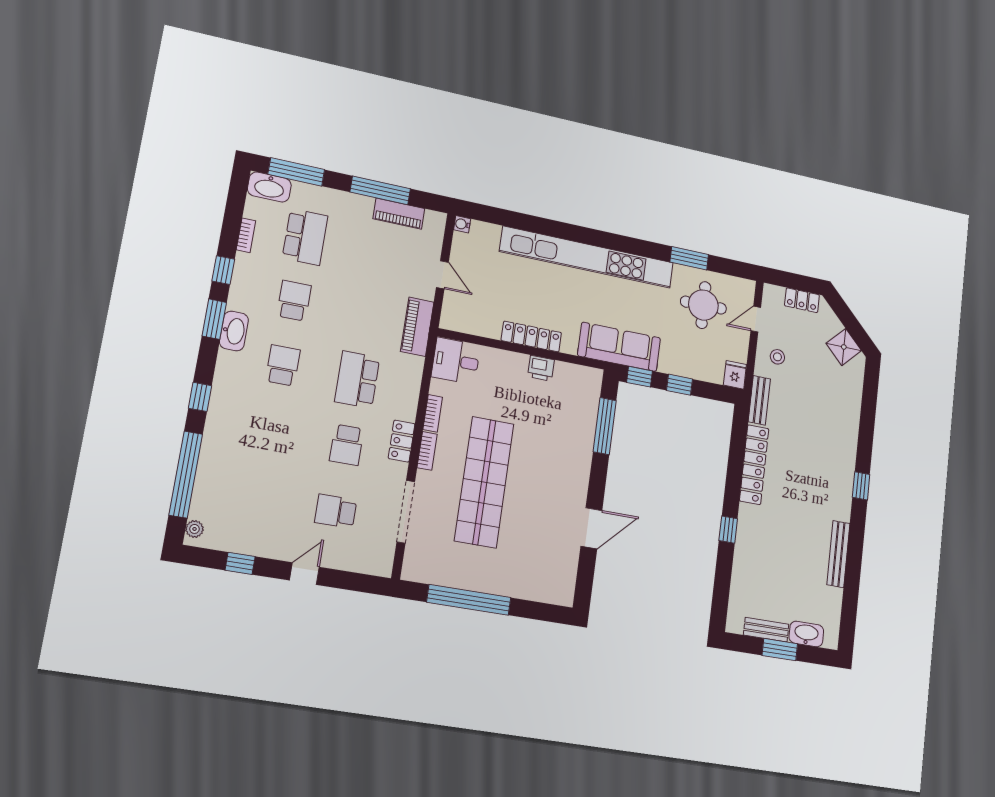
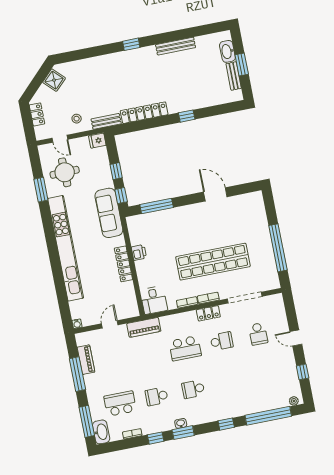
washbasin: (234, 331) -> (181, 423), width x0.52, depth x0.69

